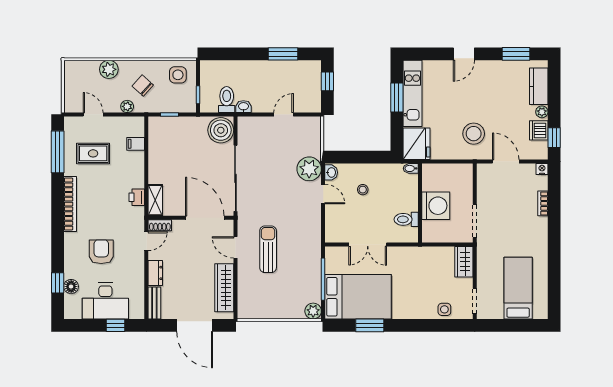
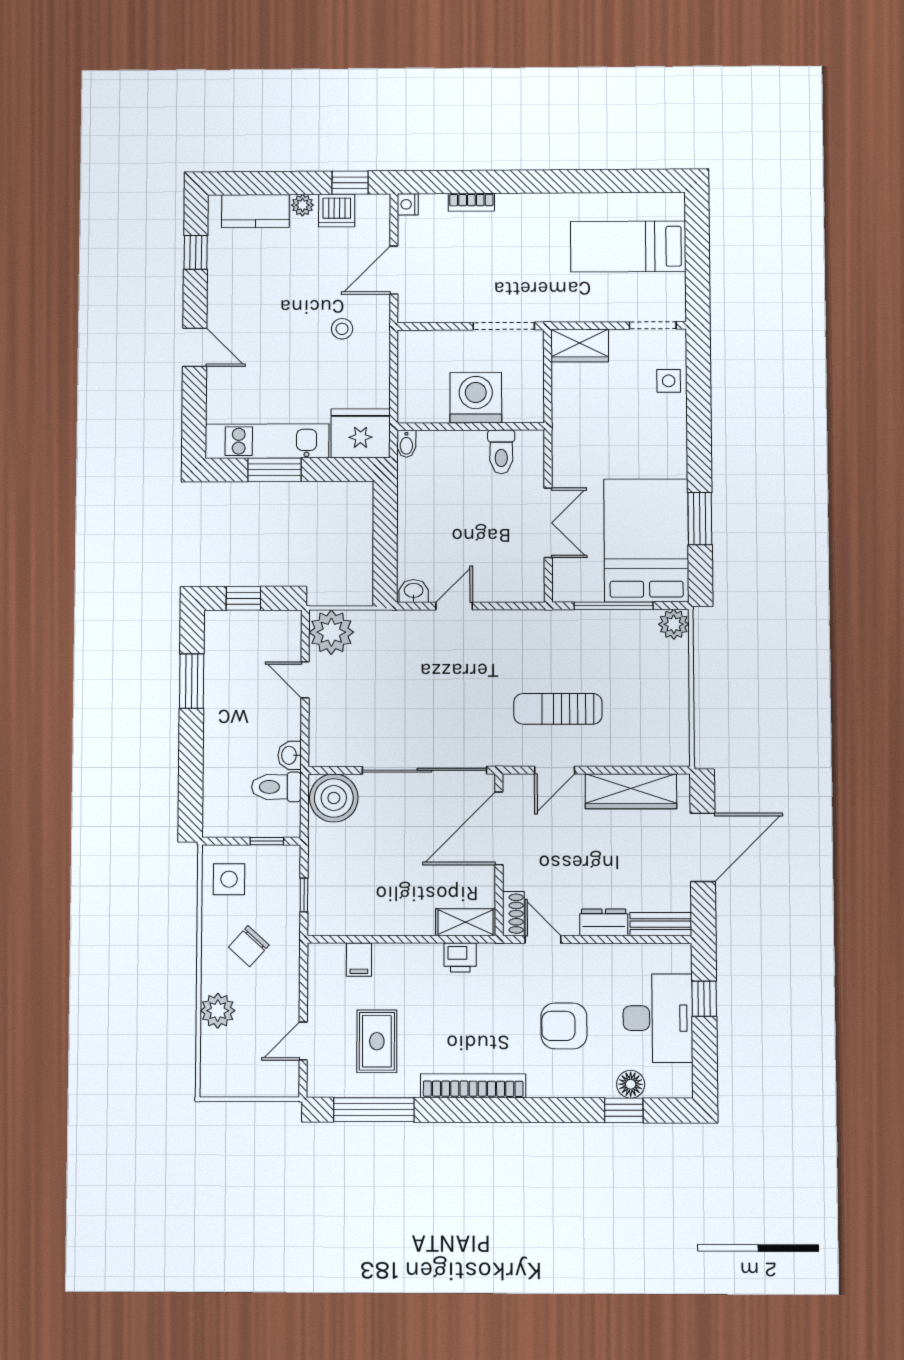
window: (516, 54) -> (196, 252), width x0.67
plant: (127, 106) -> (288, 976), removed
stool: (474, 134) -> (342, 329), width x0.53, depth x0.53
plant: (309, 169) -> (331, 632), moved
stool: (363, 190) -> (446, 532), removed

